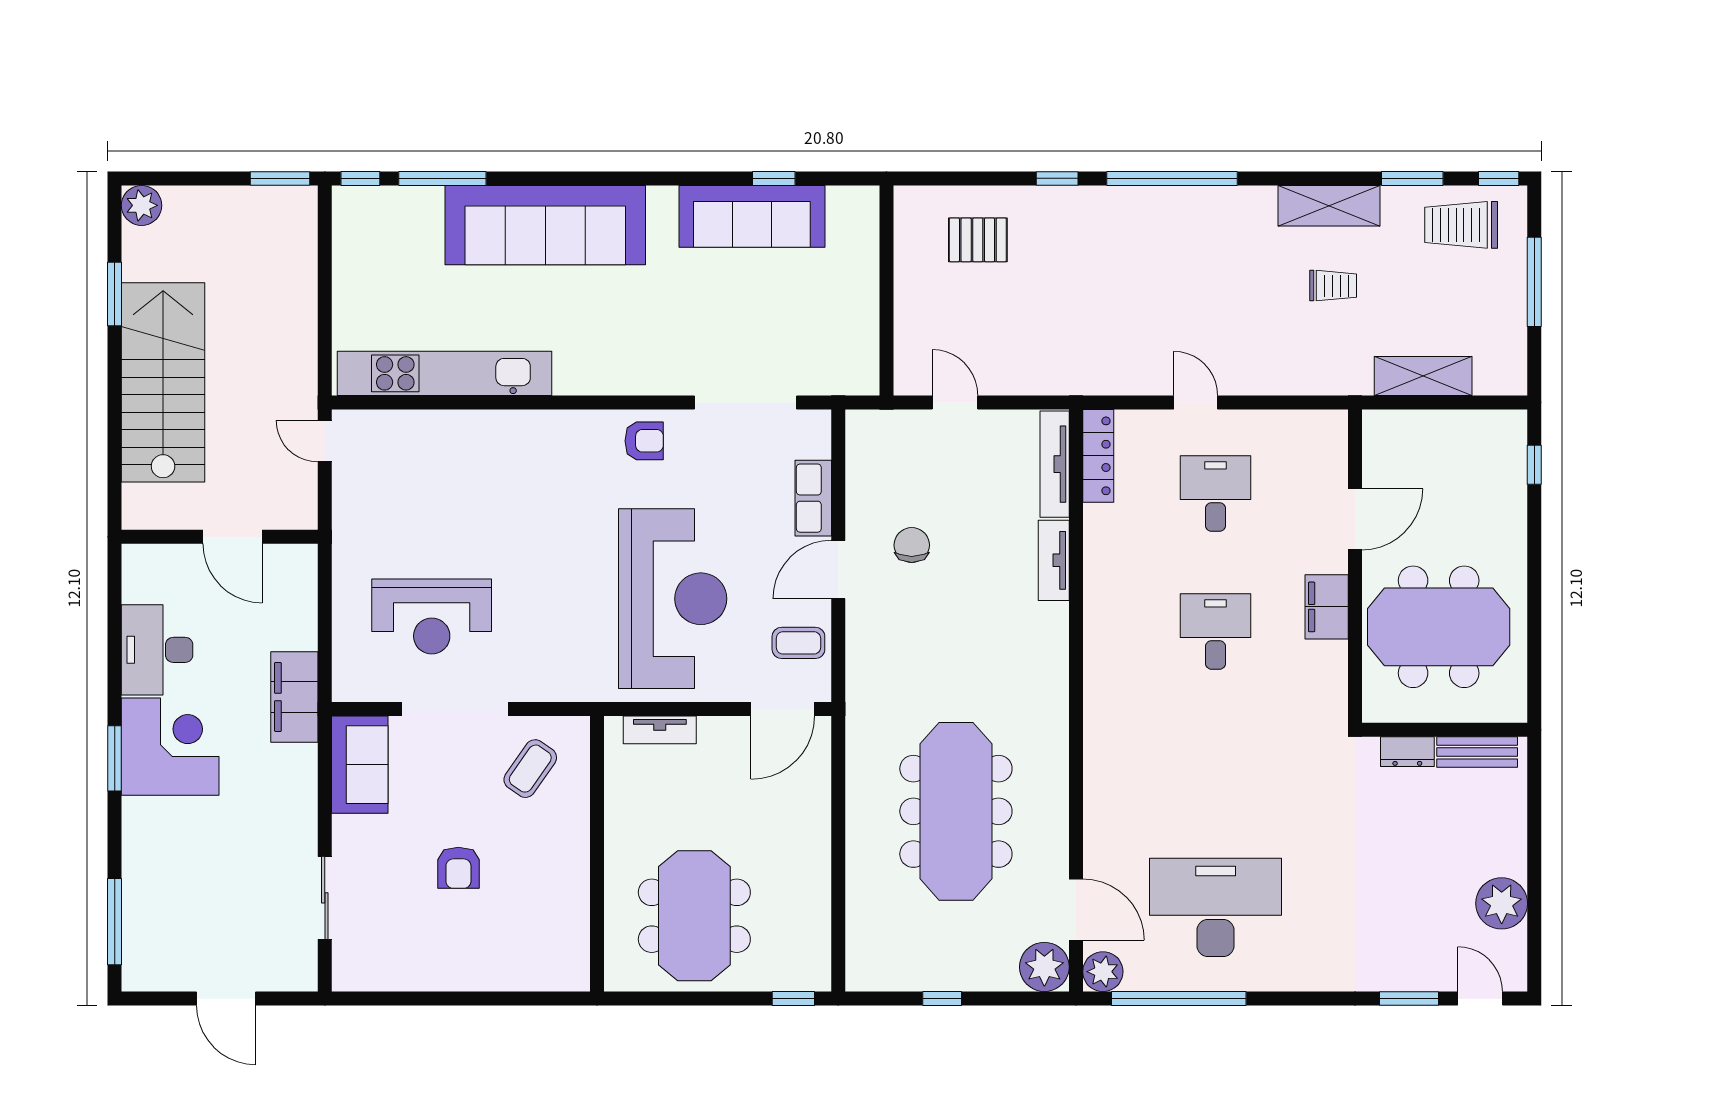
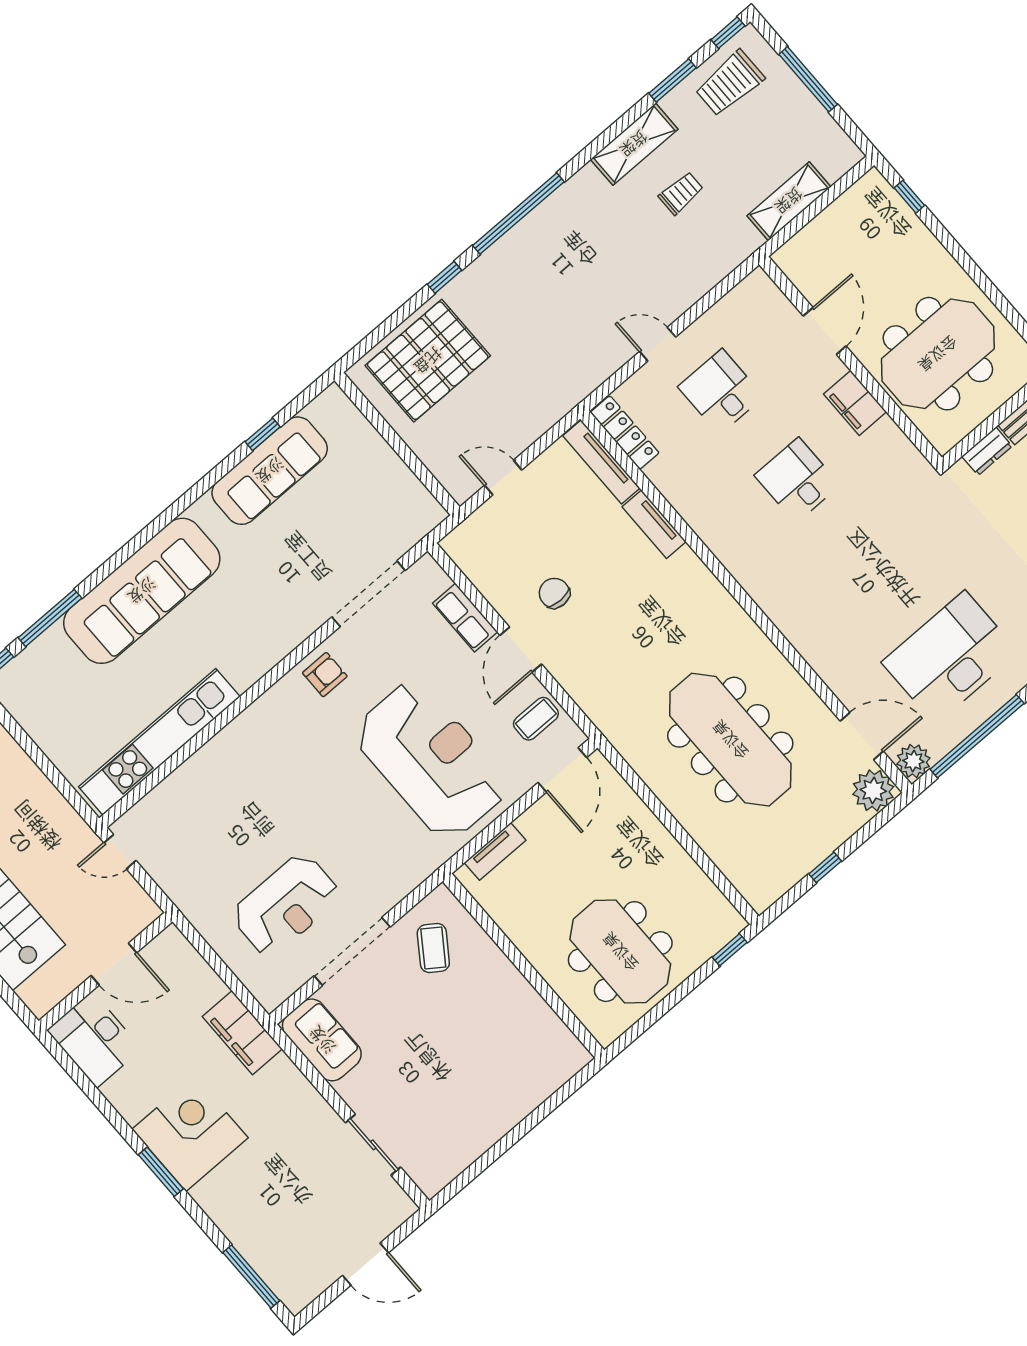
pallet: (978, 240) -> (428, 361), width x2.05, depth x2.00
desk: (157, 650) -> (94, 1039), moved
armchair: (458, 868) -> (442, 1051), removed

